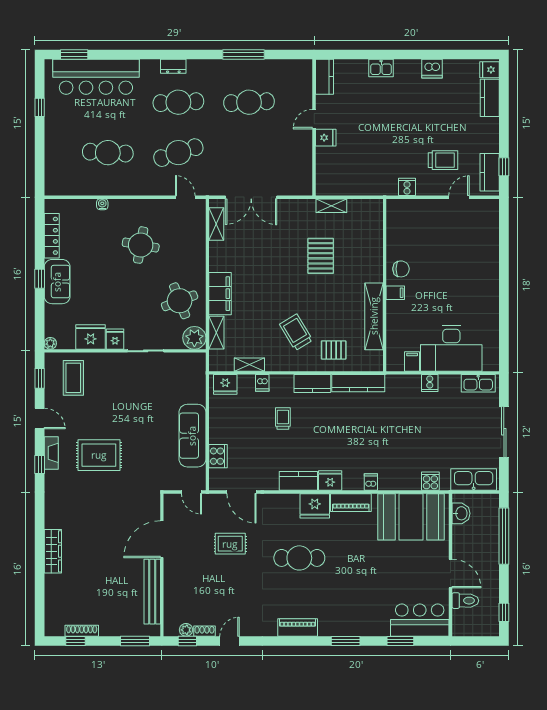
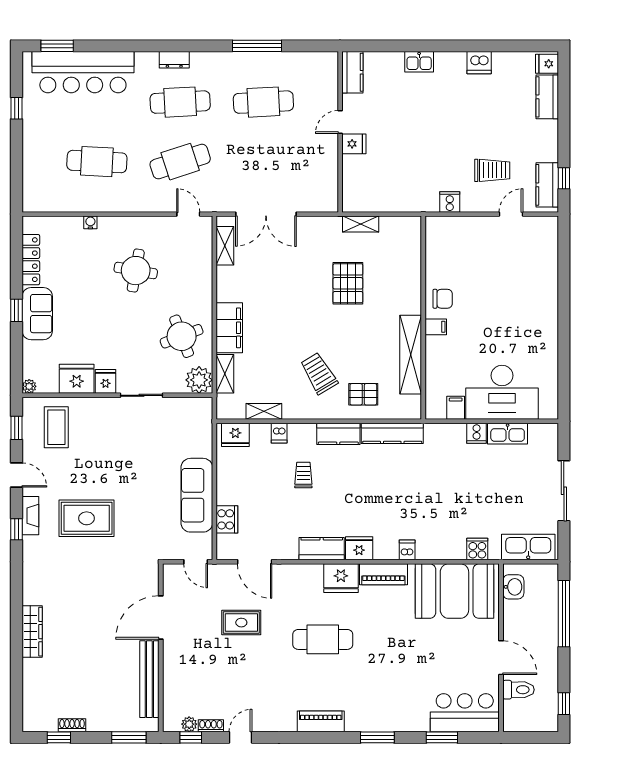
kitchen sink: (478, 383) -> (508, 434), moved
shoe rack: (82, 631) -> (72, 725), width x0.70

